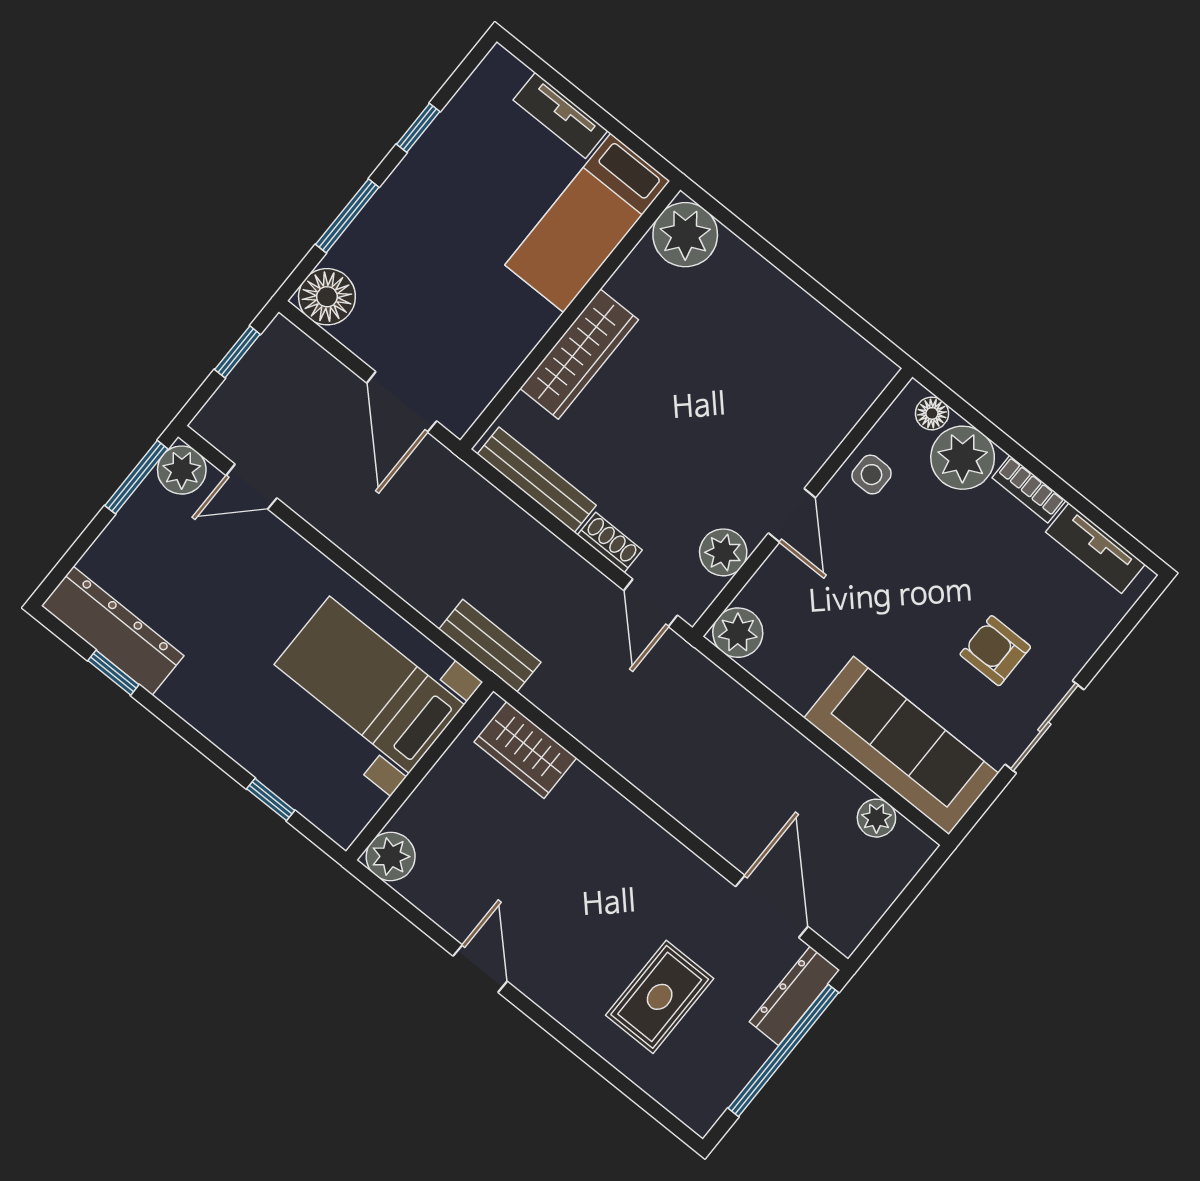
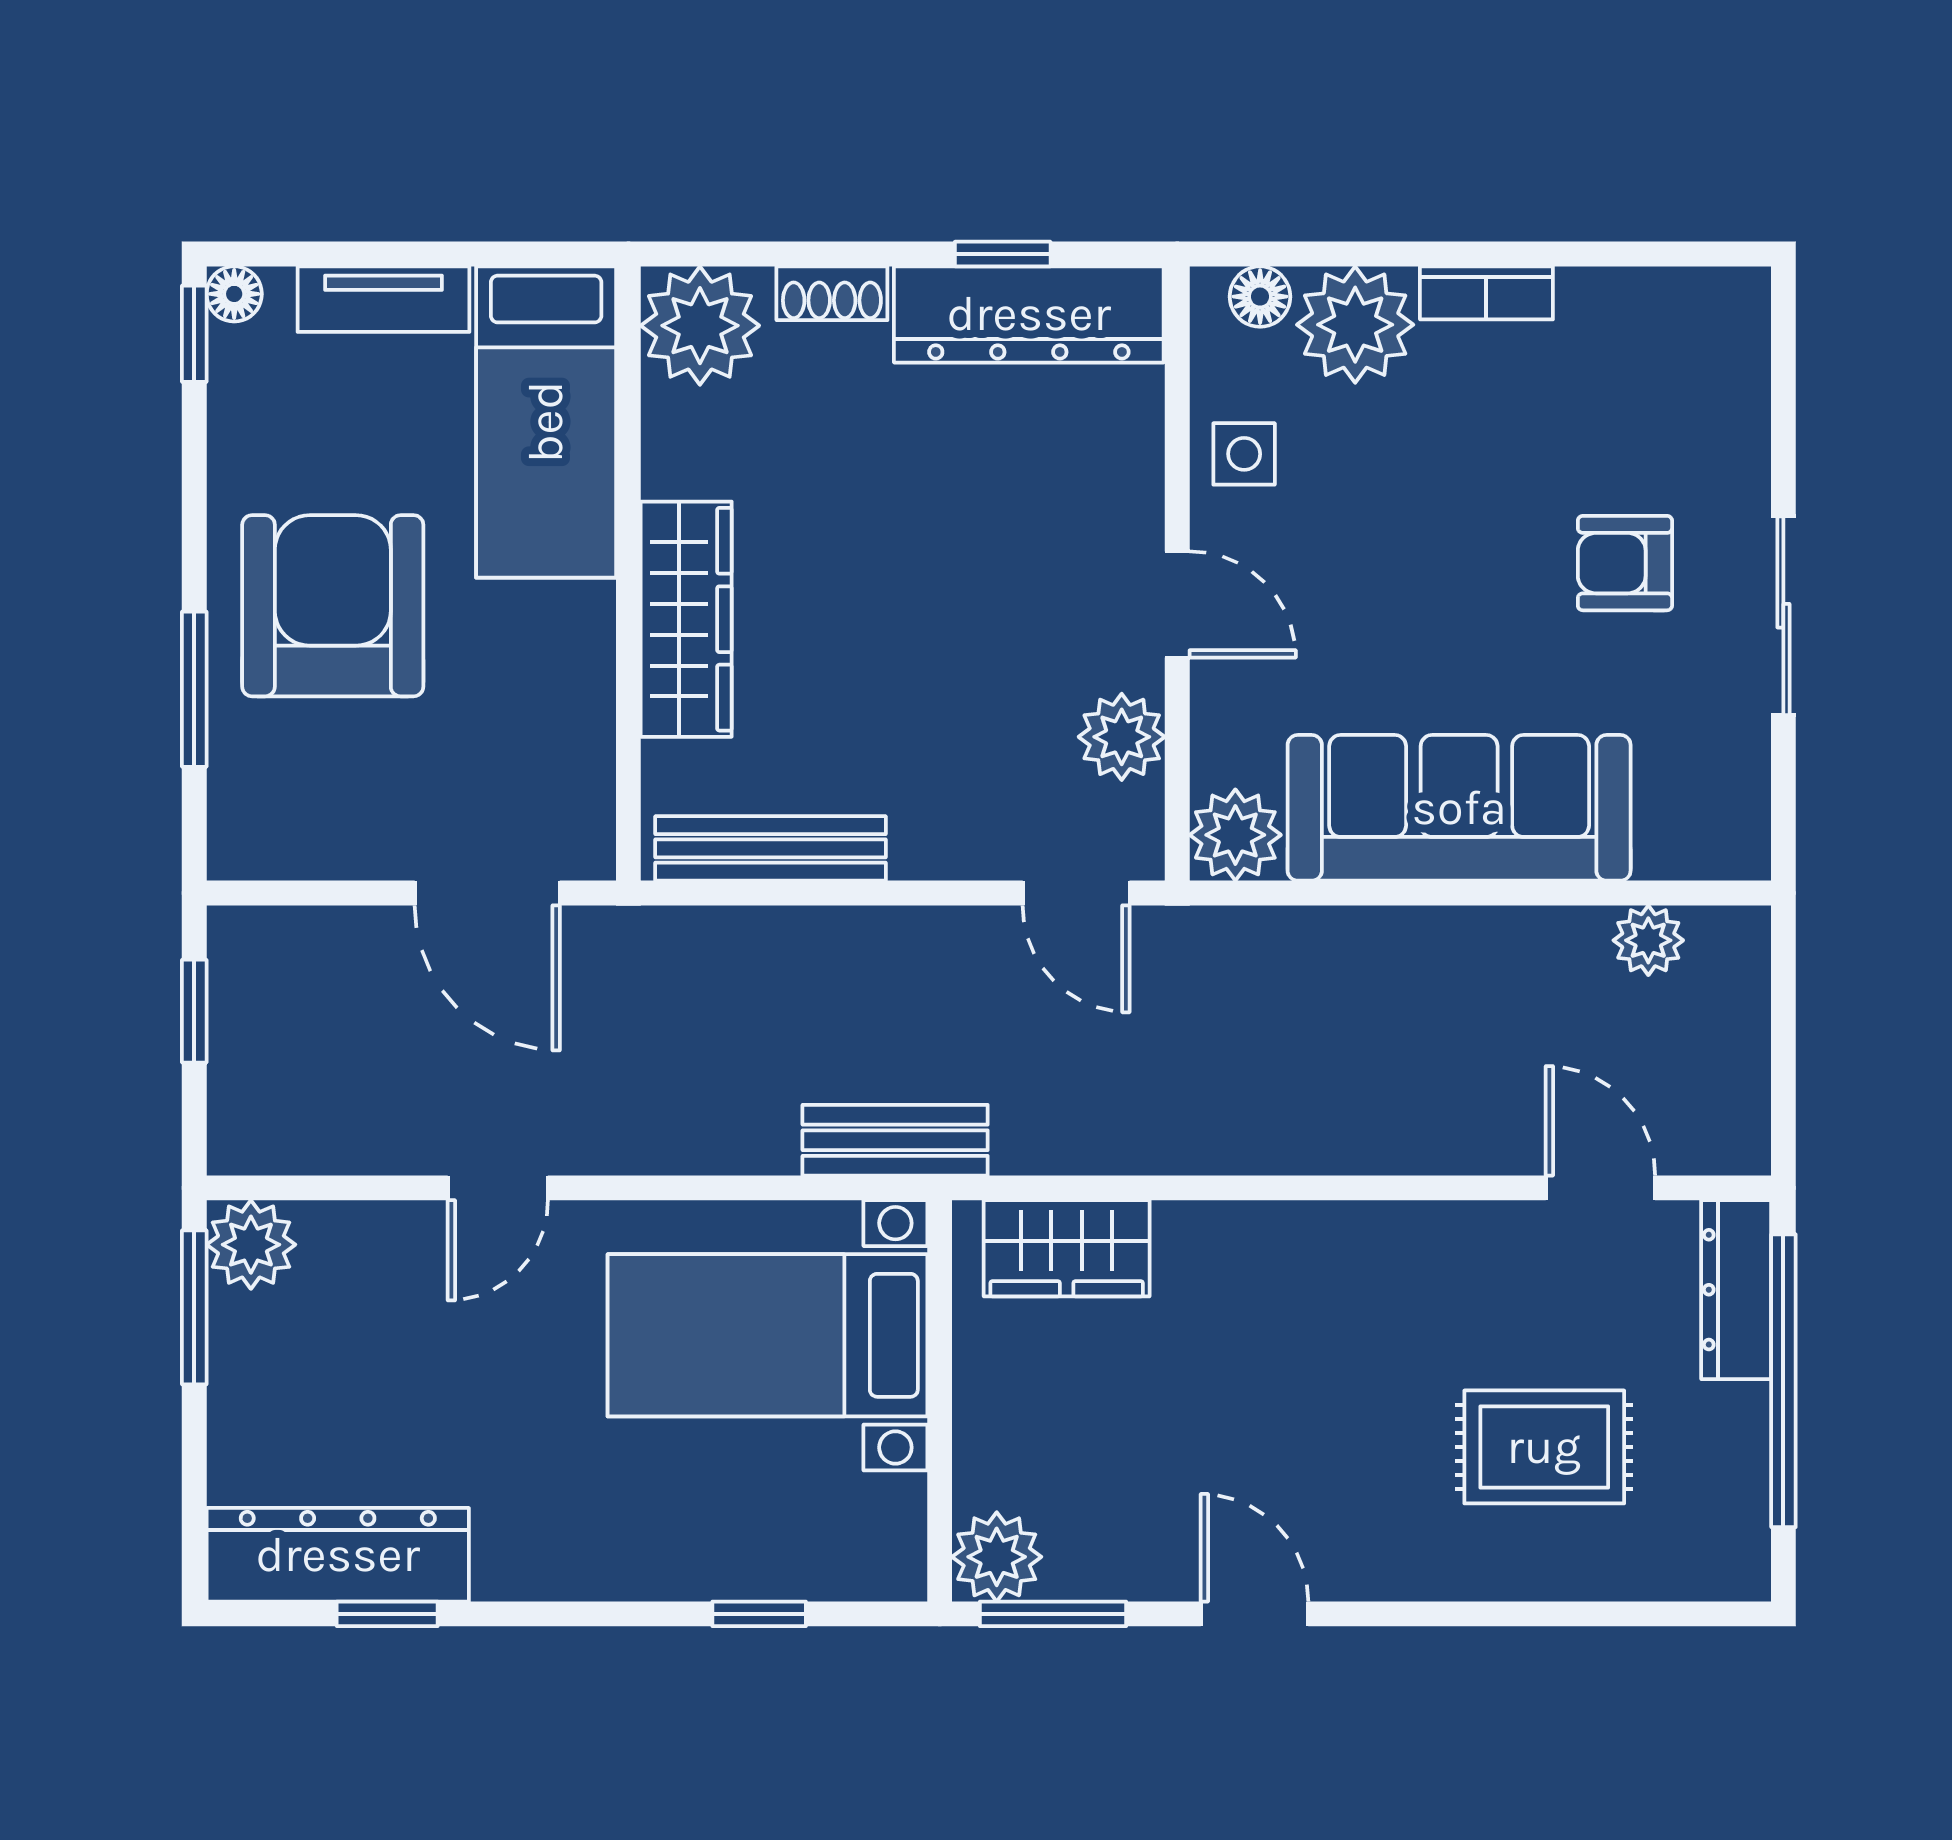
window: (418, 128) -> (194, 334), moved
armchair: (434, 228) -> (333, 606), added
floor lamp: (327, 297) -> (234, 294), moved, width x0.53, depth x0.53
window: (838, 308) -> (1003, 254), added
dresser: (828, 342) -> (1029, 314), added
door: (251, 487) -> (498, 1188), moved
shoe rack: (610, 543) -> (832, 293), moved, turned 180
tv unit: (1095, 548) -> (1650, 301), removed
sofa: (901, 745) -> (1459, 808), moved
window: (395, 900) -> (1053, 1614), added
door: (772, 906) -> (1600, 1188), width x0.73
rug: (660, 997) -> (1544, 1447), turned 90

